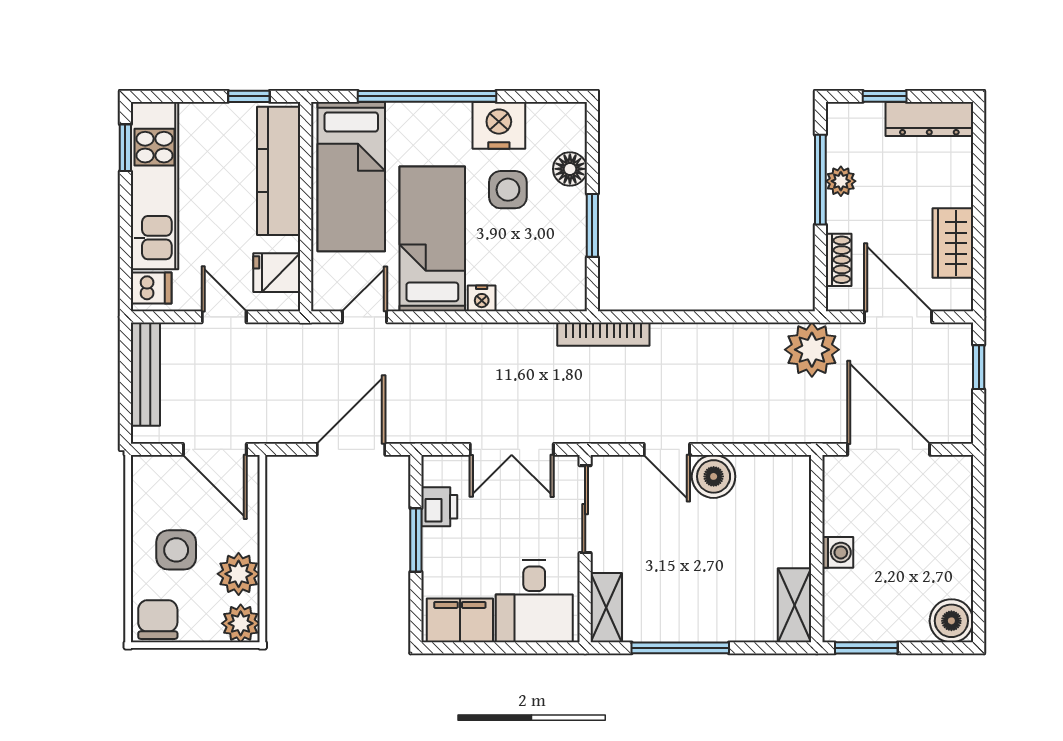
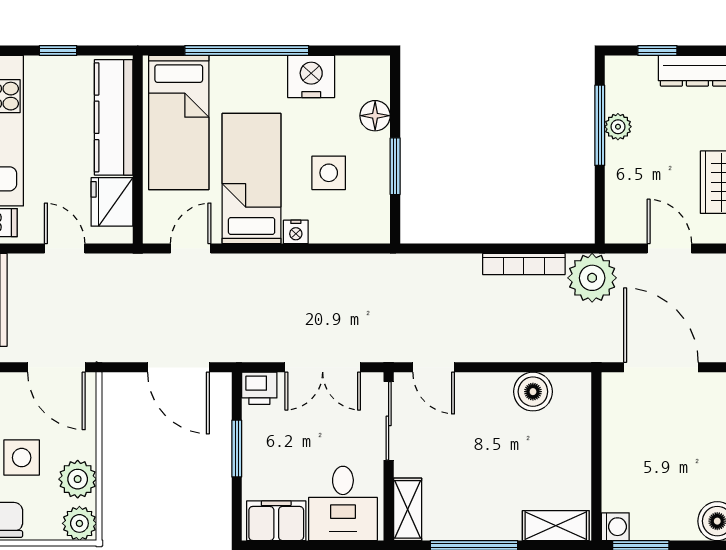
window: (249, 96) -> (58, 51), moved
side table: (508, 190) -> (329, 173), moved
shoe rack: (839, 260) -> (616, 197), removed
fridge: (277, 273) -> (112, 202), width x1.38
door: (898, 317) -> (669, 249), width x0.73
bookcase: (603, 334) -> (524, 264), moved
door: (351, 449) -> (178, 367), swing flipped
door: (667, 449) -> (434, 367), moved
boiler: (714, 476) -> (533, 392), moved
printer: (439, 507) -> (259, 388), moved, turned 90
washing machine: (838, 552) -> (615, 527), moved
shelving: (795, 605) -> (556, 526), moved, turned 90

